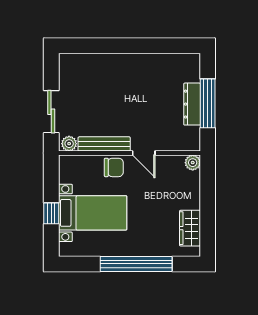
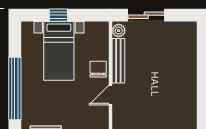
chair: (114, 167) -> (98, 69), turned 180

